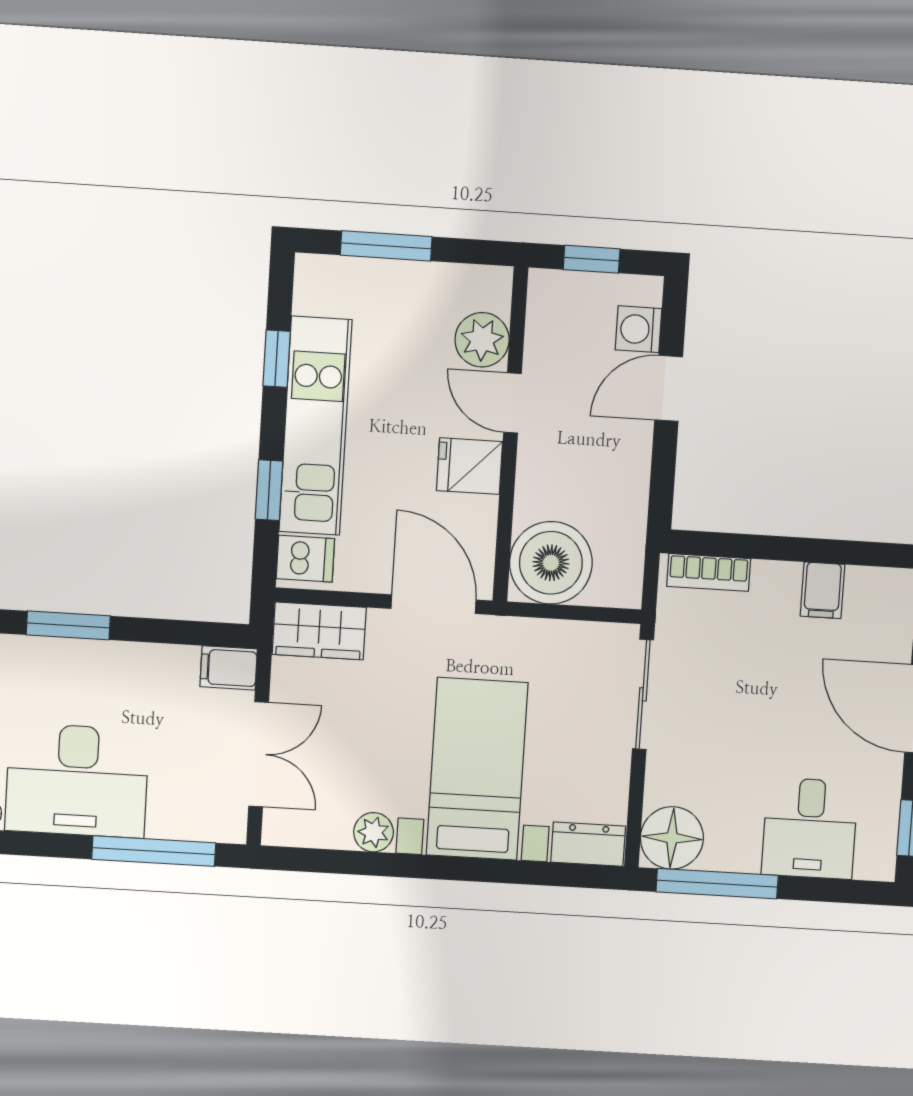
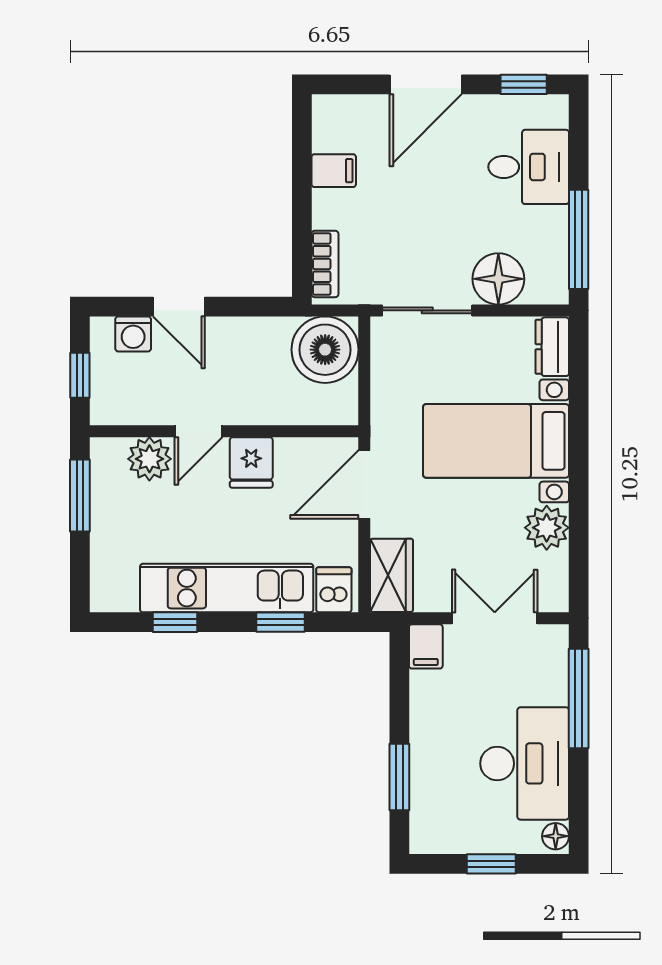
window: (386, 246) -> (80, 496), moved
boiler: (551, 563) -> (325, 350), moved
plant: (374, 832) -> (547, 528), width x1.38, depth x1.38
floor lamp: (672, 838) -> (498, 279), moved

